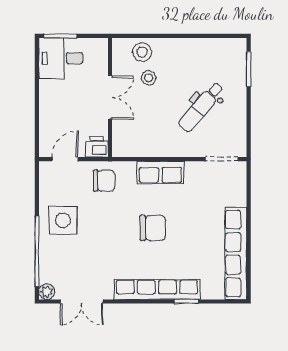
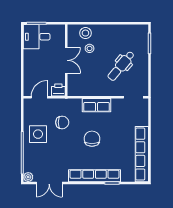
chair: (104, 181) -> (62, 122), moved
chair: (153, 228) -> (92, 139), turned -90

